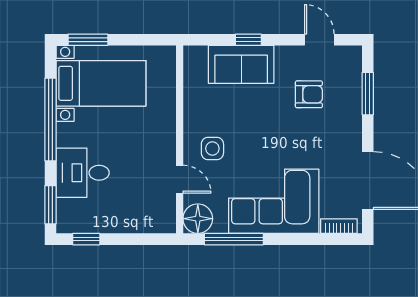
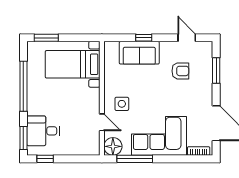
bed with nightstands: (101, 83) -> (73, 64), moved, turned 180
desk: (83, 173) -> (43, 131), moved

